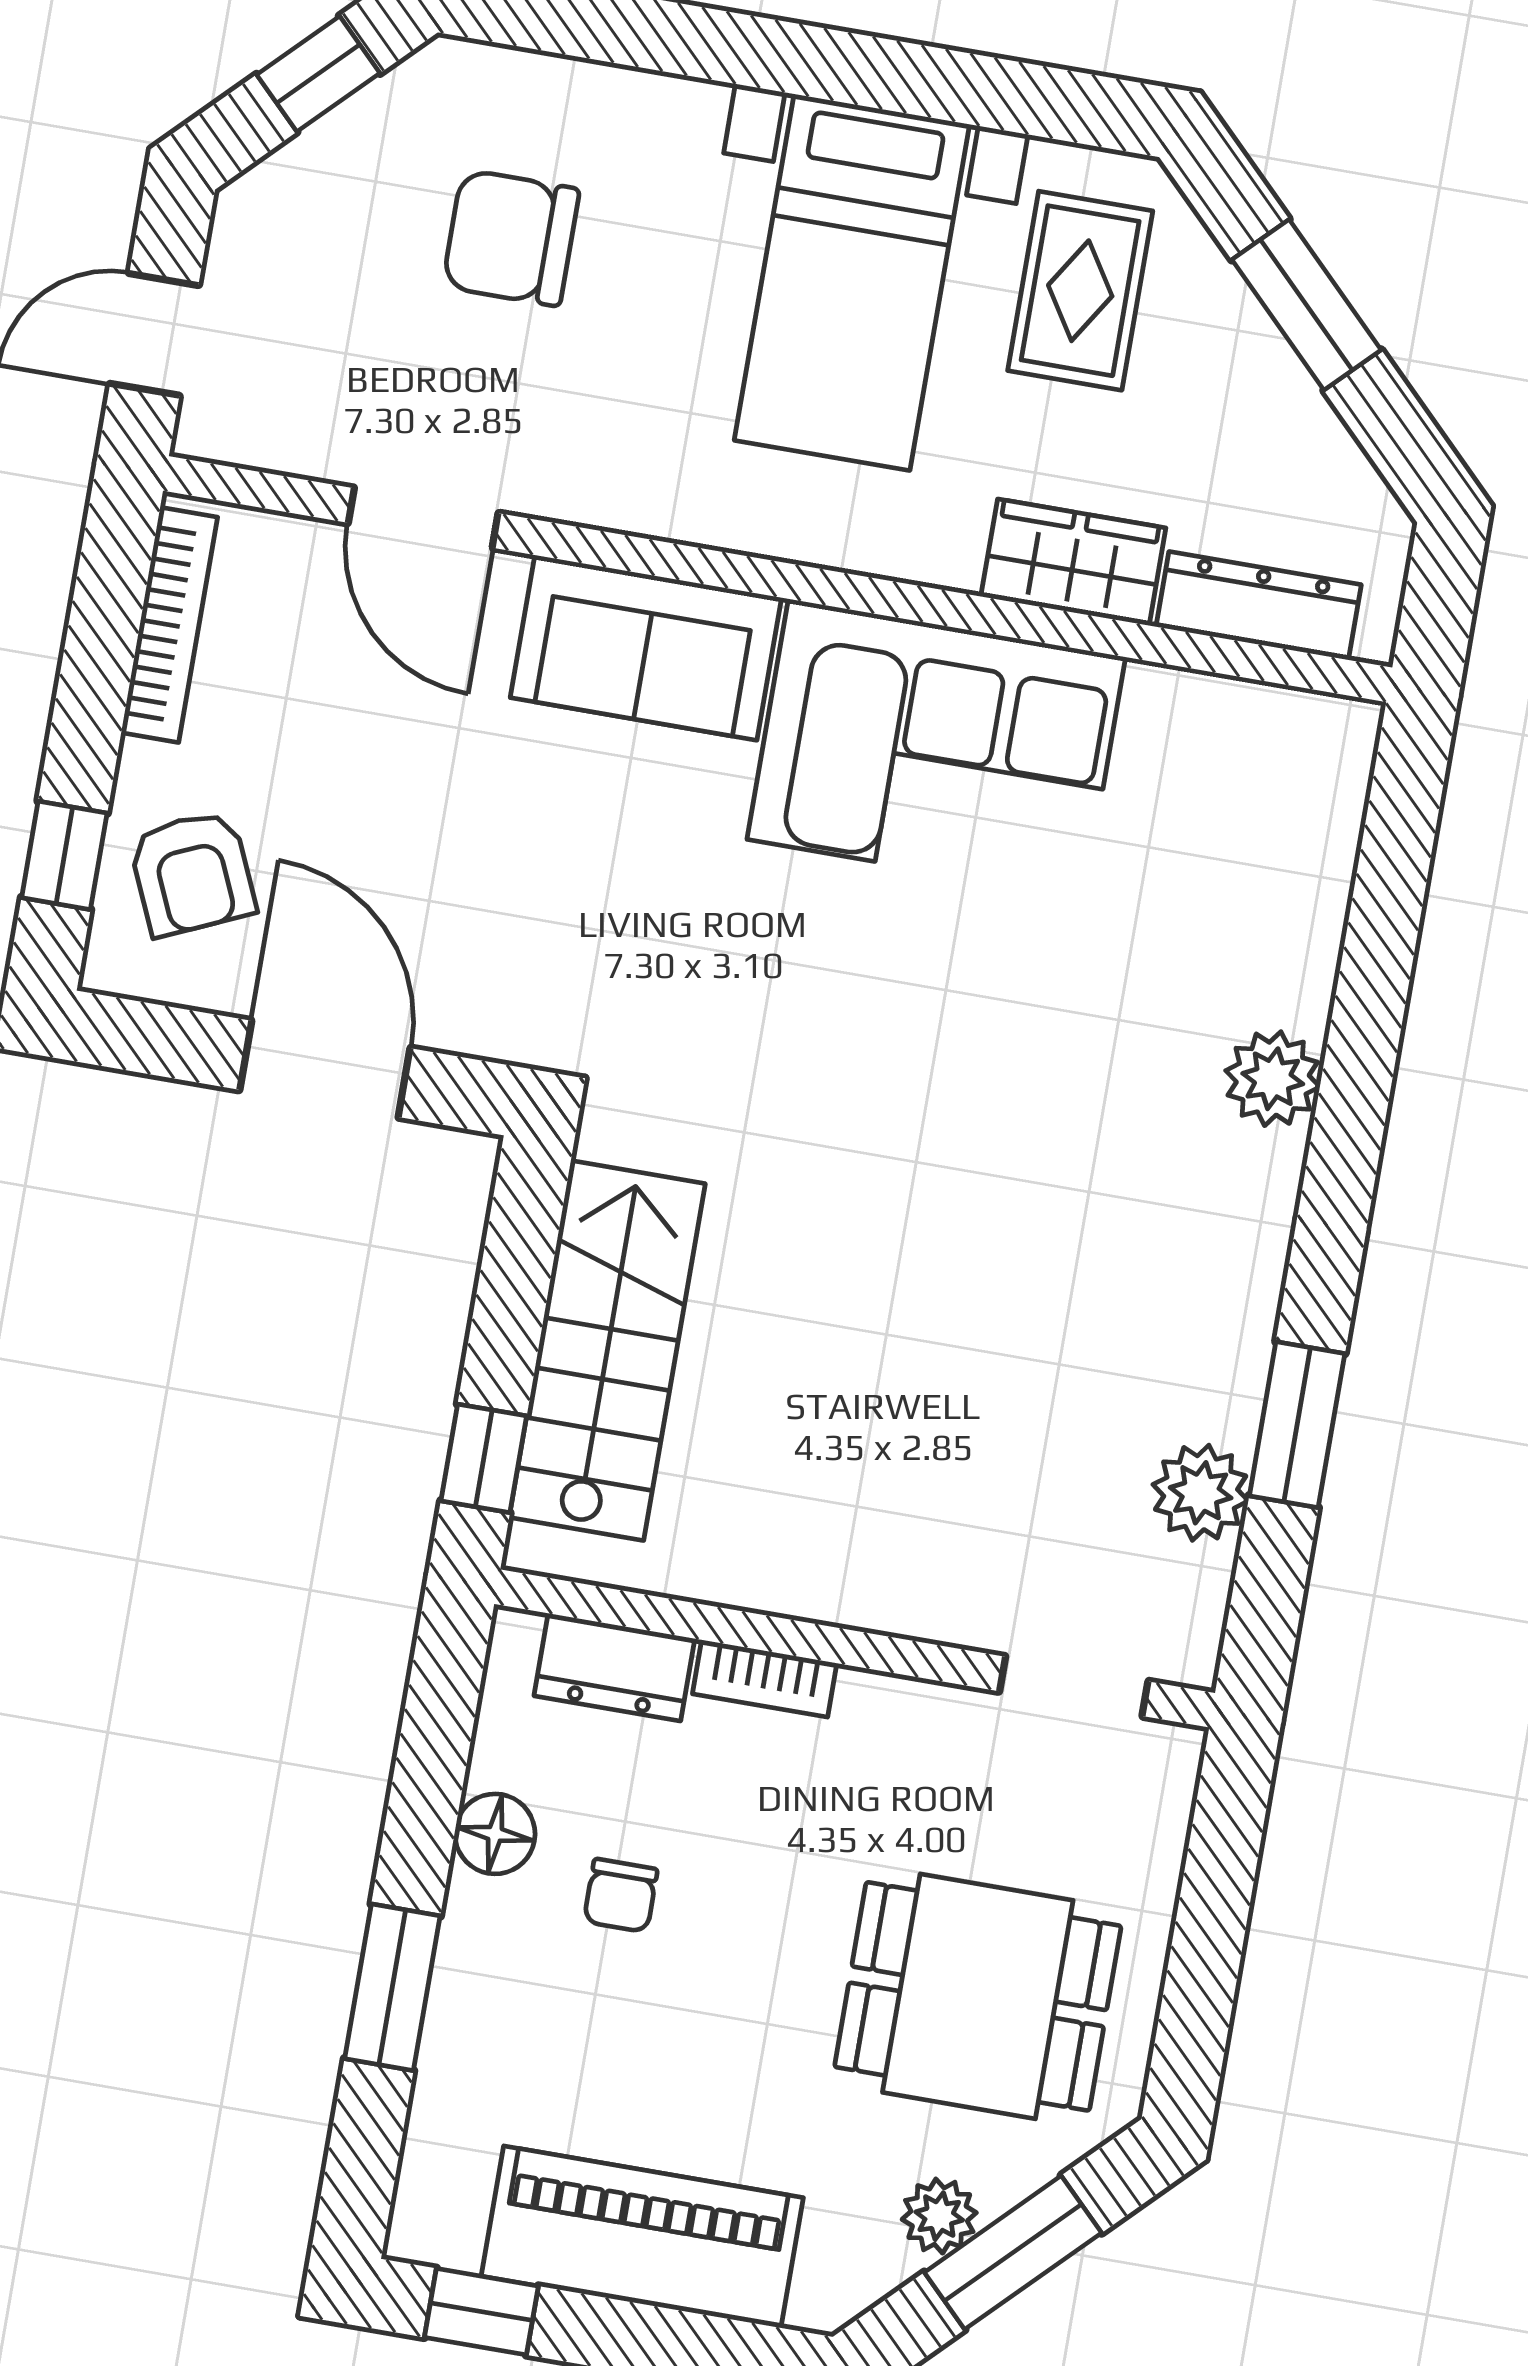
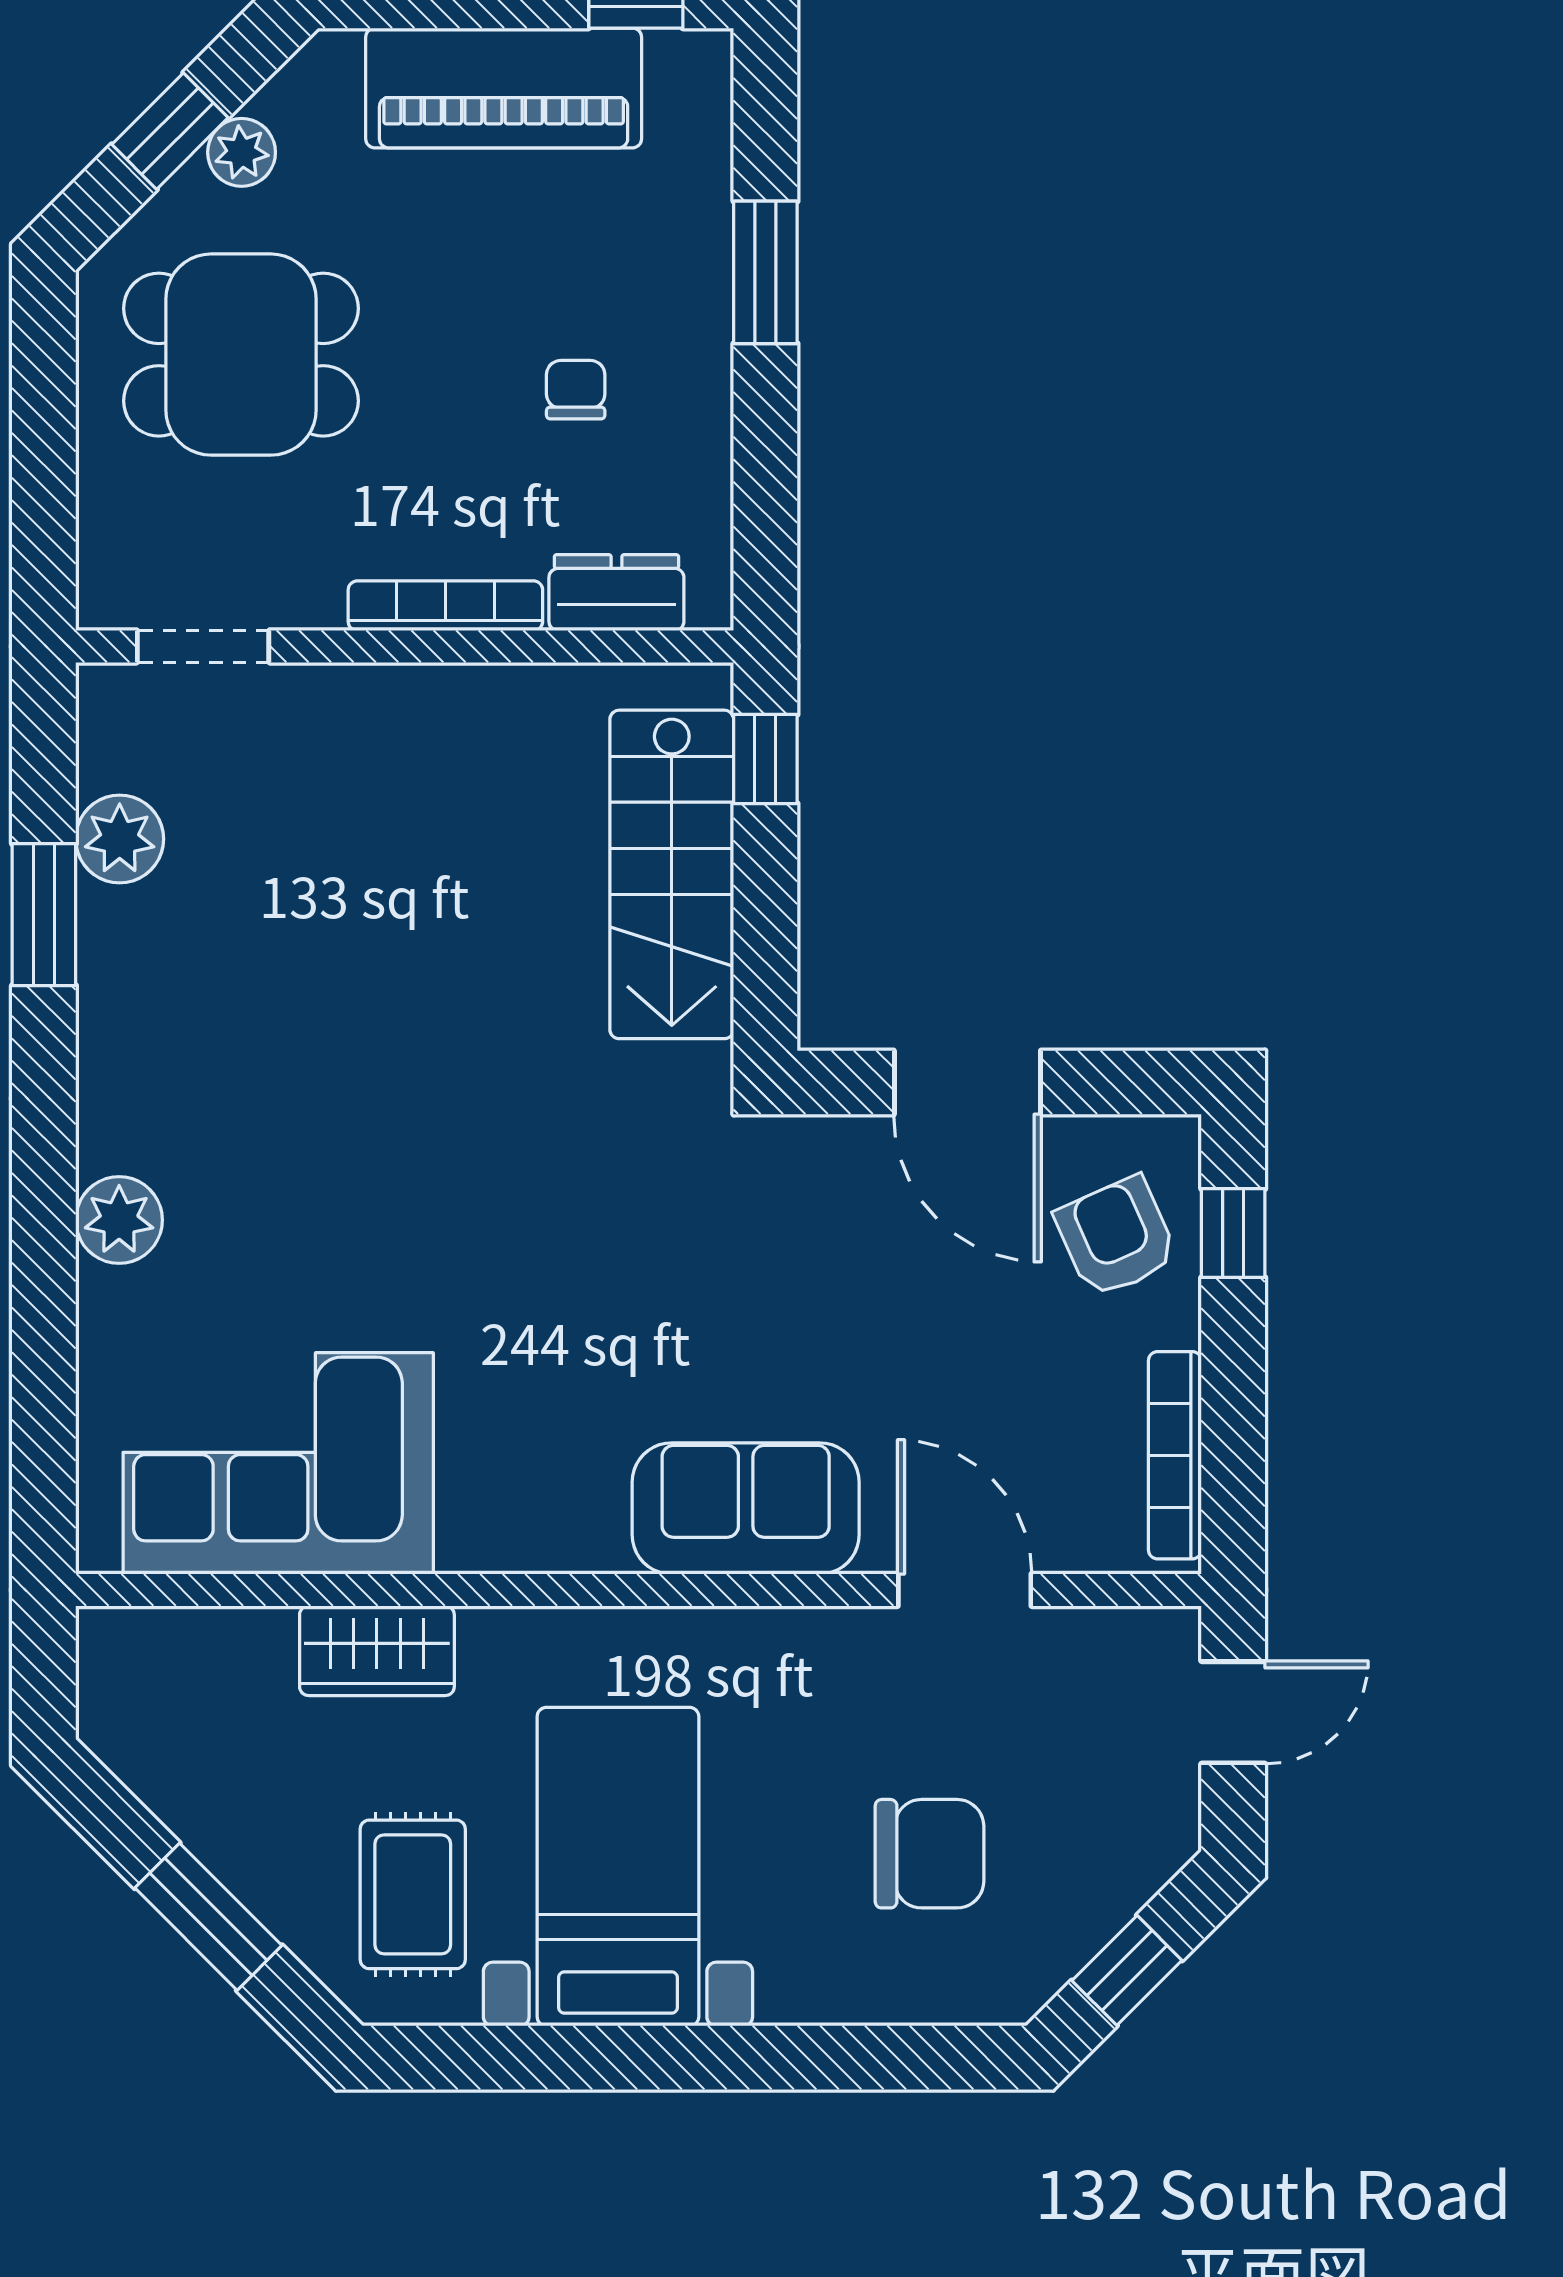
dresser: (1259, 606) -> (205, 1640), removed
corner sofa: (936, 748) -> (278, 1463), moved
bookcase: (765, 1679) -> (445, 606), width x1.56
floor lamp: (495, 1834) -> (697, 425), removed
window: (1013, 2253) -> (170, 131), width x0.67

